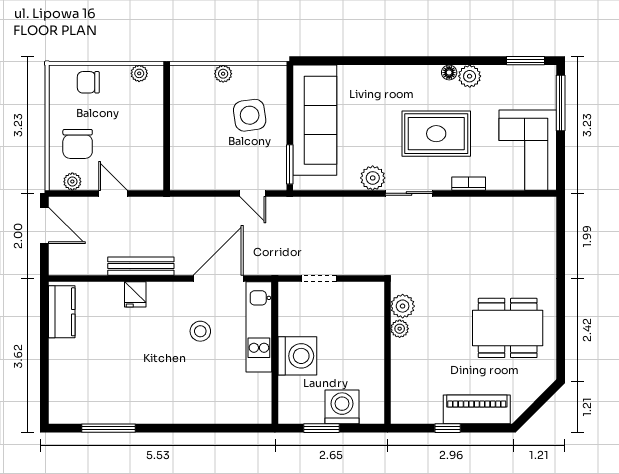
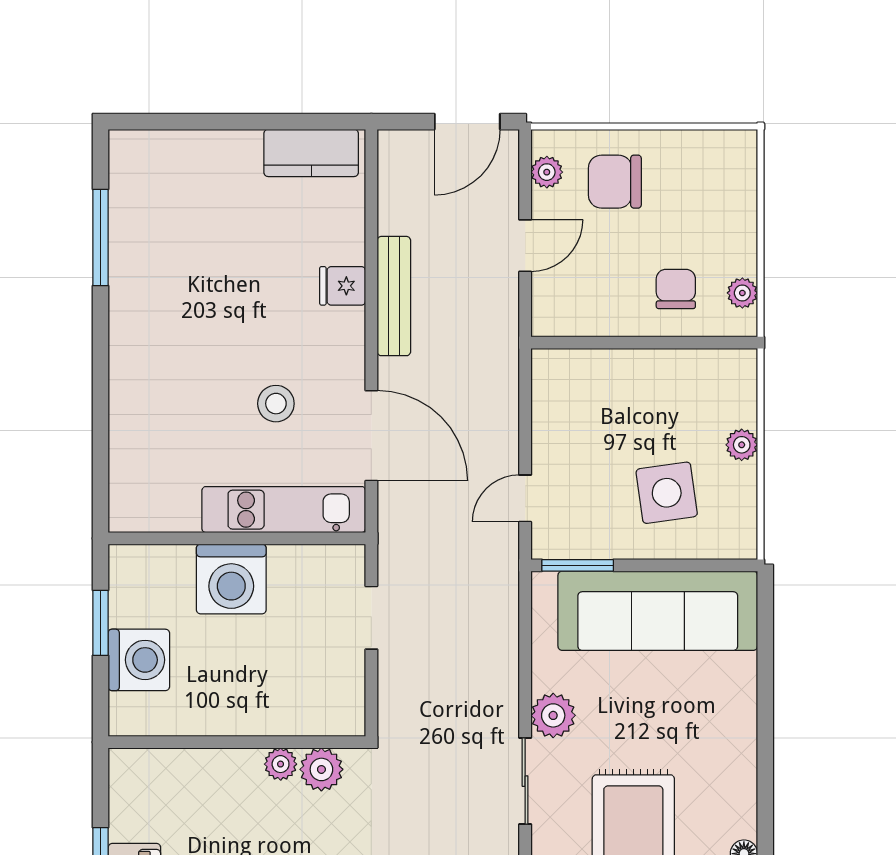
chair: (88, 82) -> (676, 289), moved

